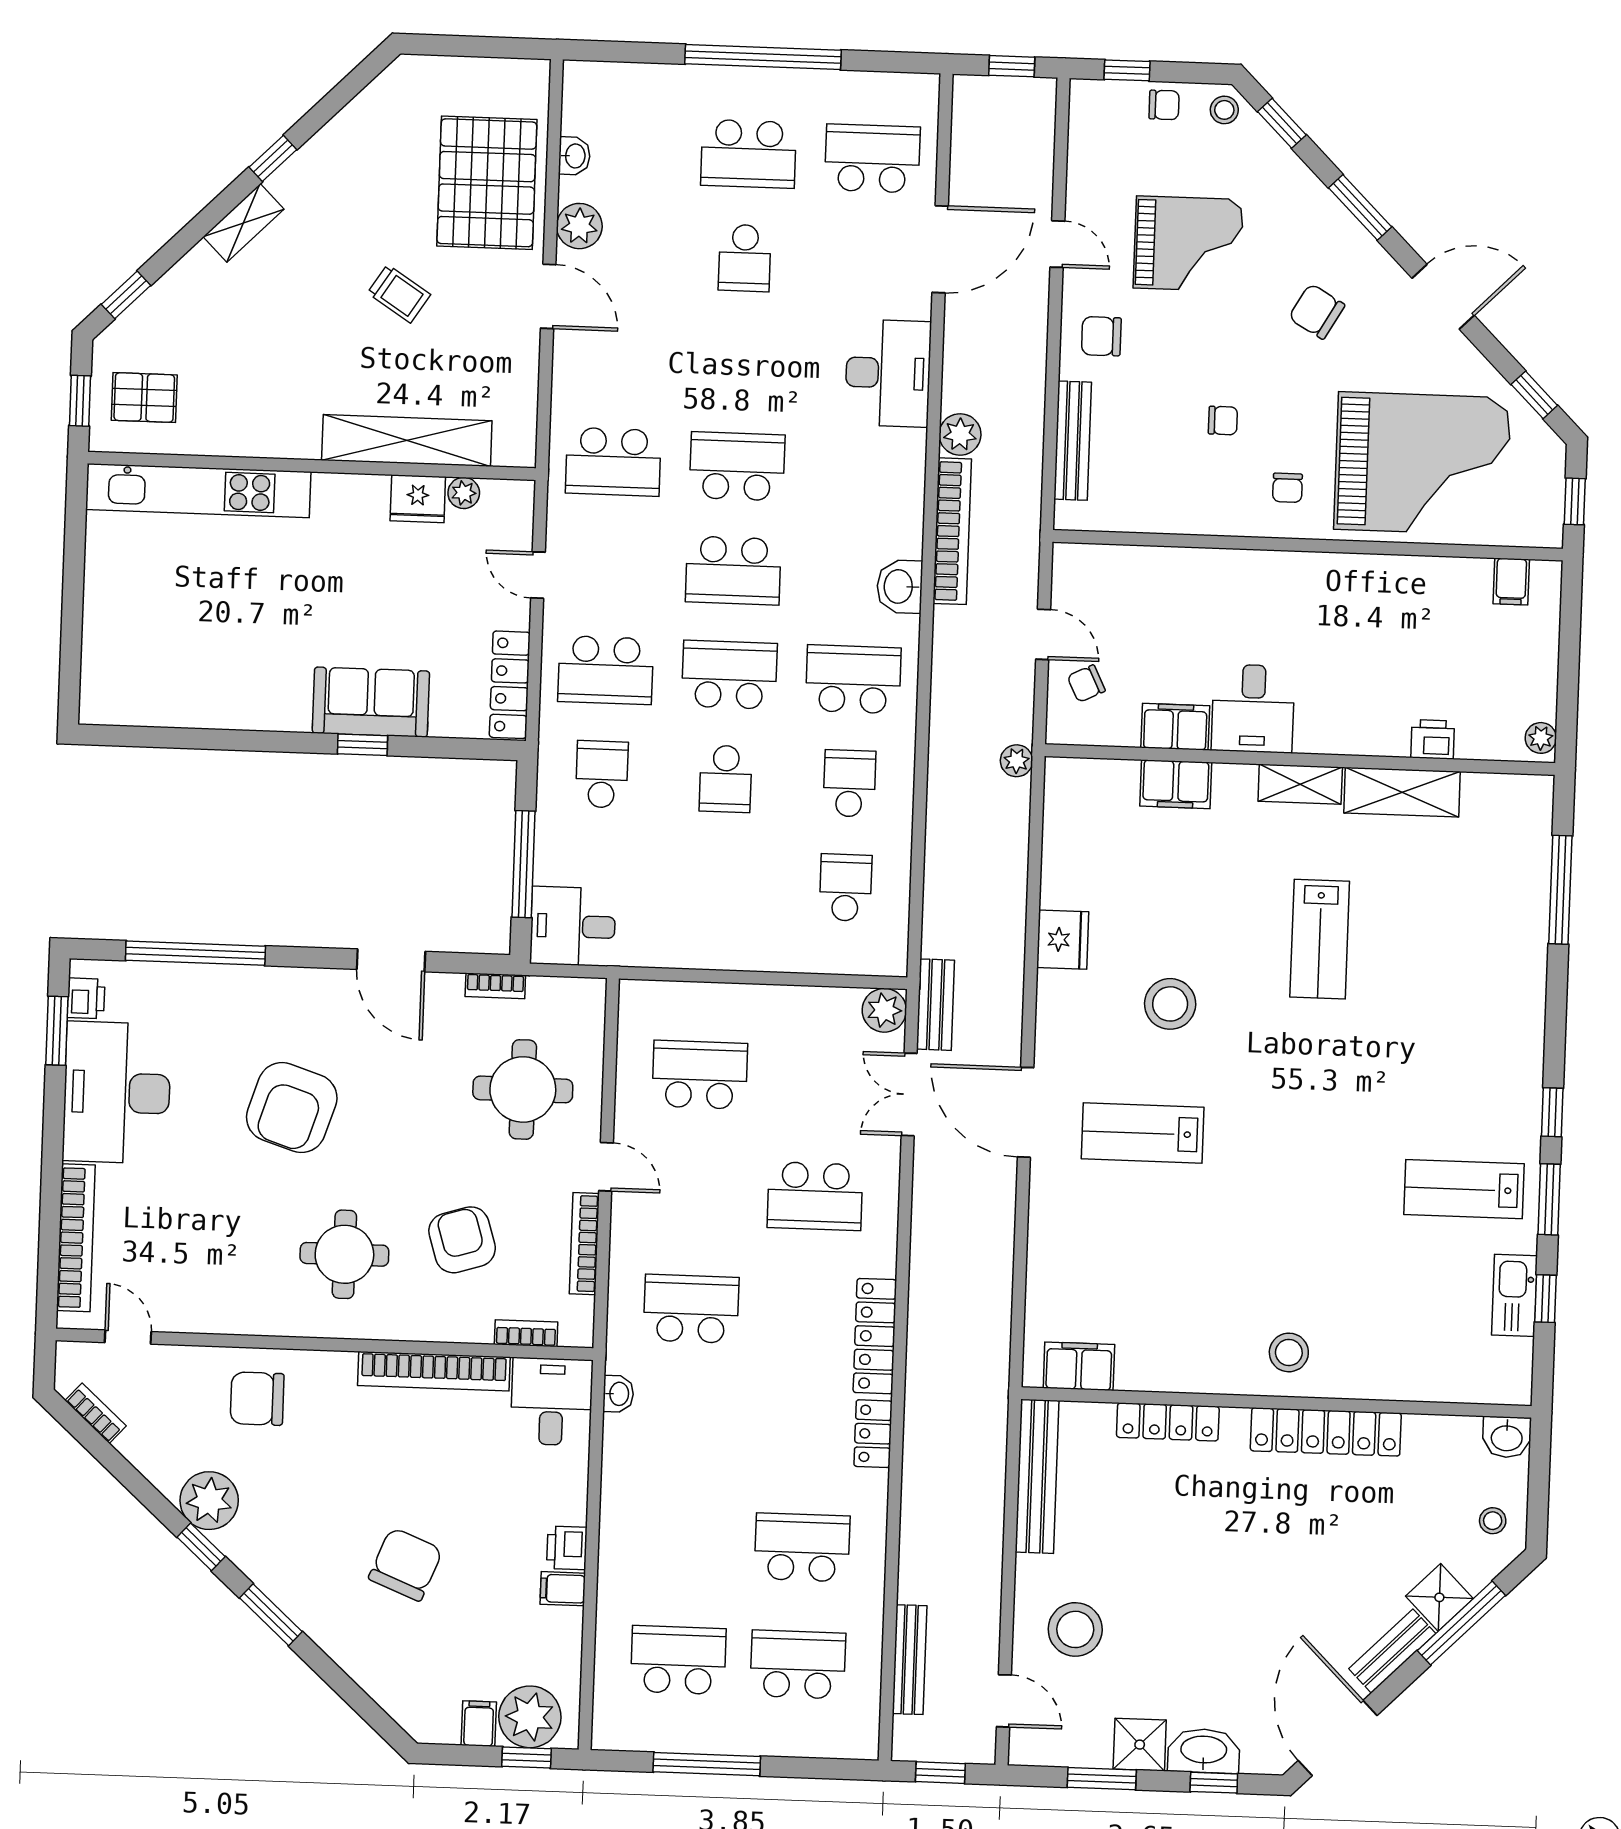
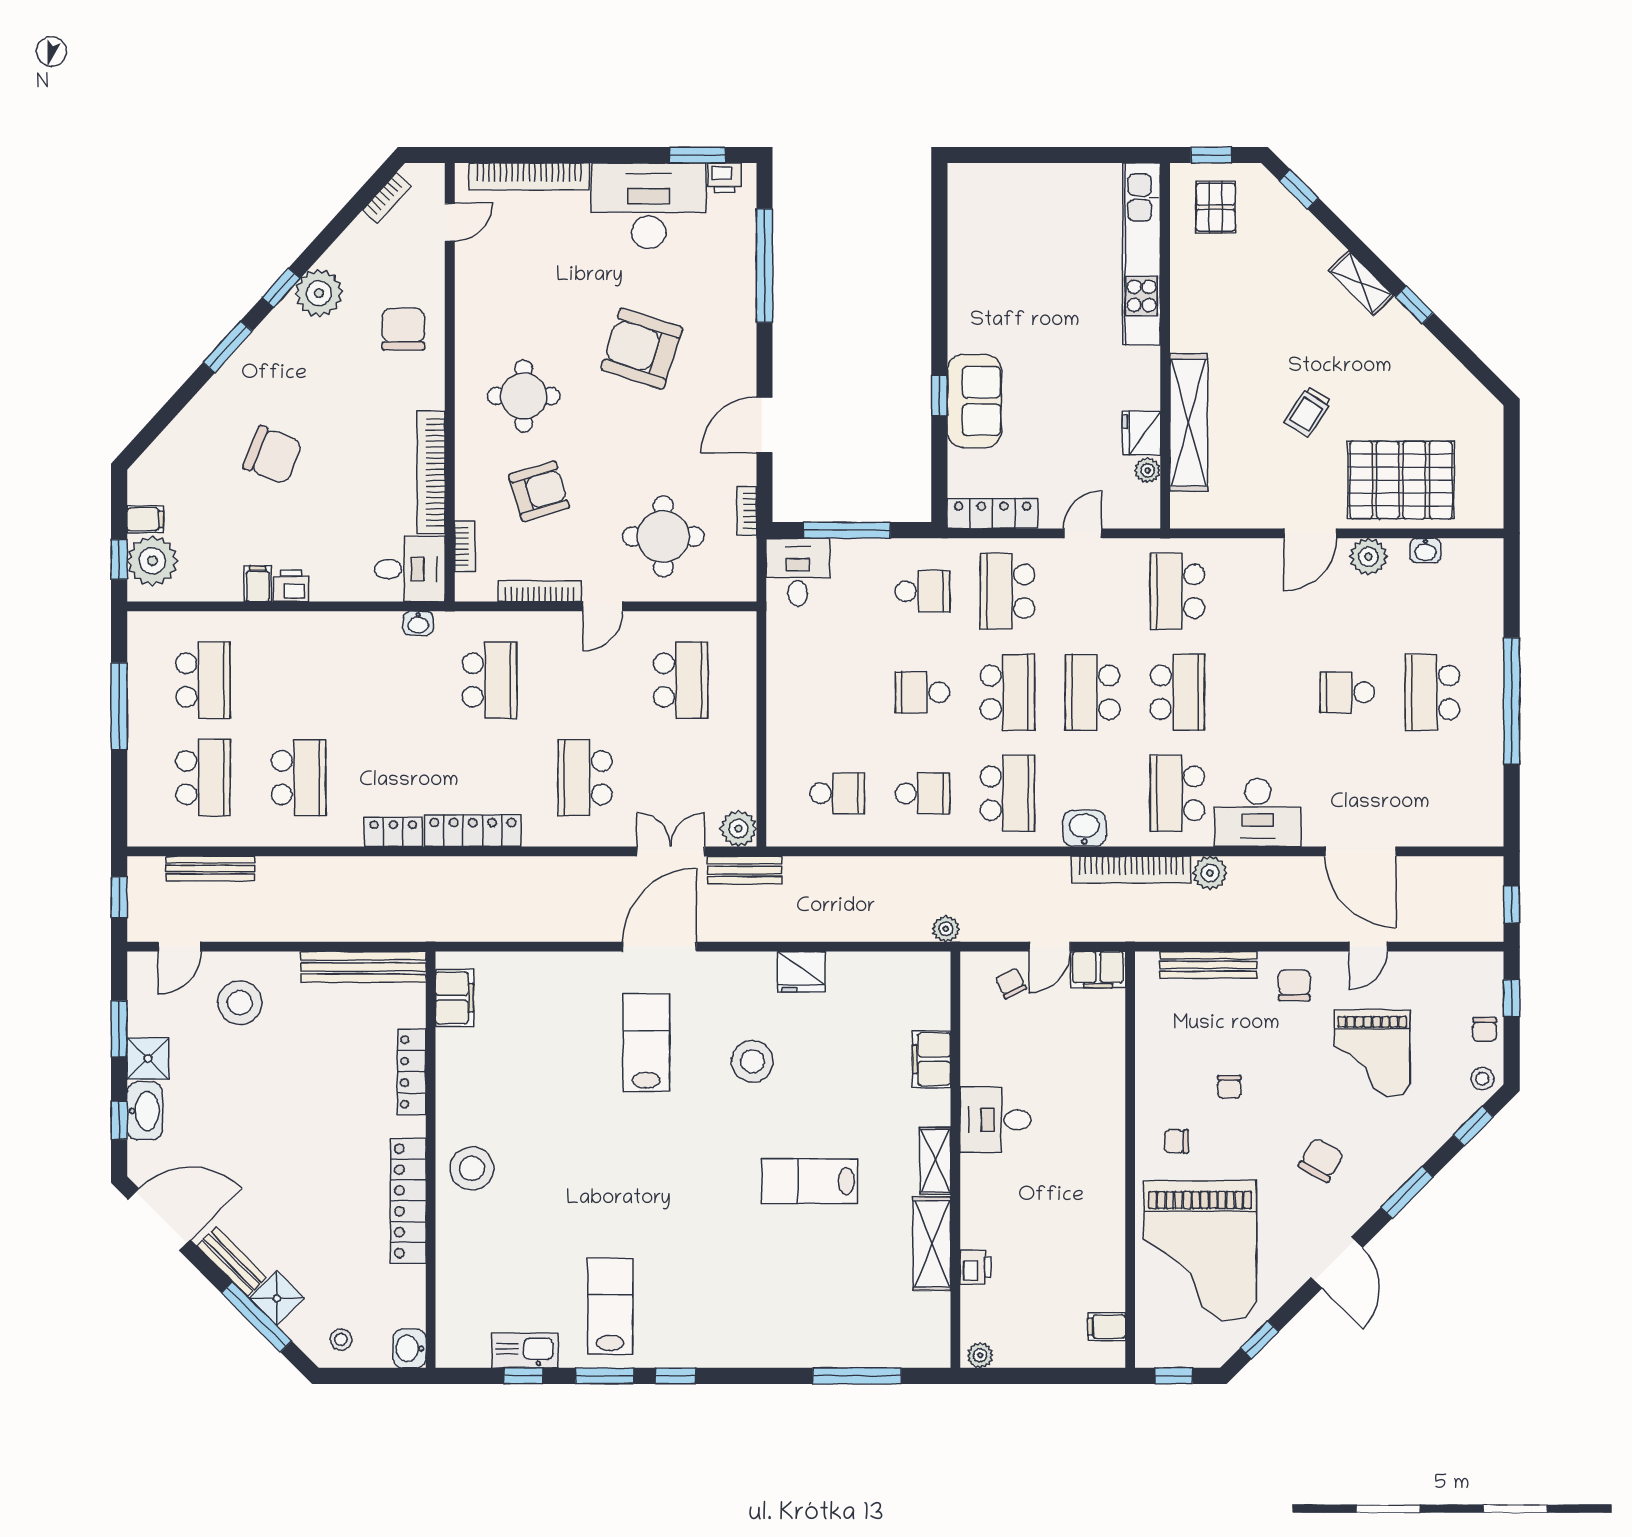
school desk: (872, 158) -> (1177, 793), moved, turned 180
filing cabinet: (1175, 727) -> (1098, 970), moved, turned 90
stool: (1289, 1352) -> (472, 1168), width x1.38, depth x1.38

